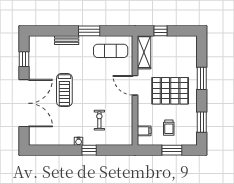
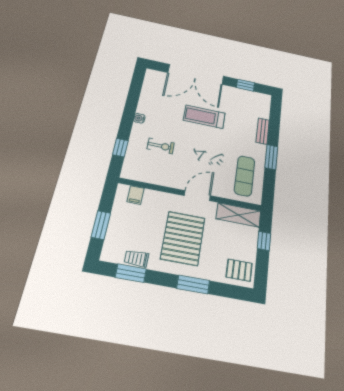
pallet: (186, 47) -> (239, 270), added
trolley: (169, 128) -> (136, 259), moved
window: (89, 150) -> (120, 148), moved

